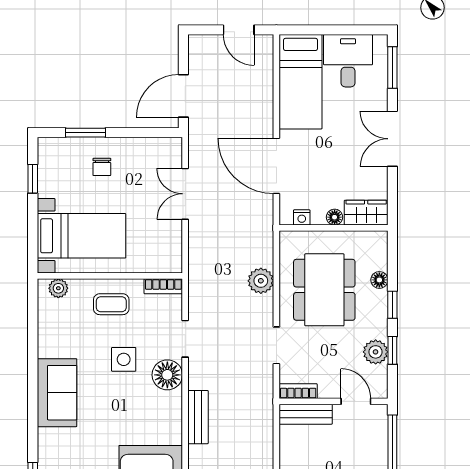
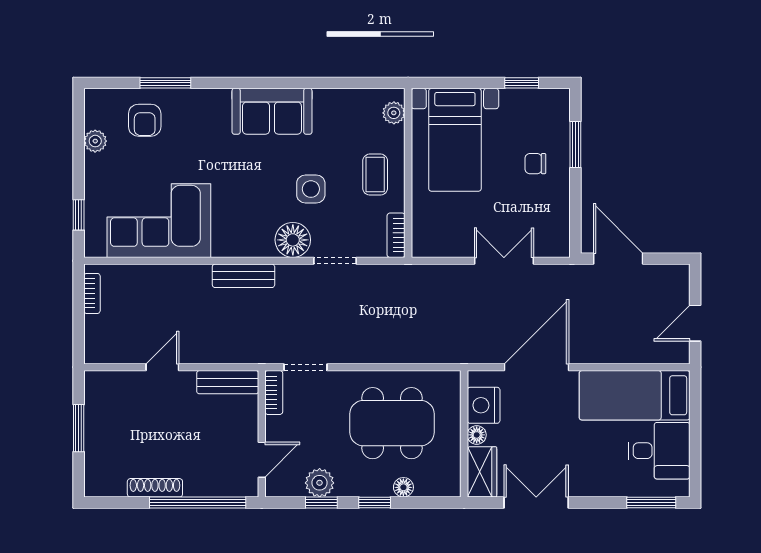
double door: (392, 139) -> (536, 502), moved
nightstand: (302, 217) -> (484, 405), width x1.89, depth x1.79
plant: (261, 281) -> (402, 349), removed
doorway: (276, 345) -> (306, 367), moved
bench: (306, 414) -> (228, 382), moved, turned 90

